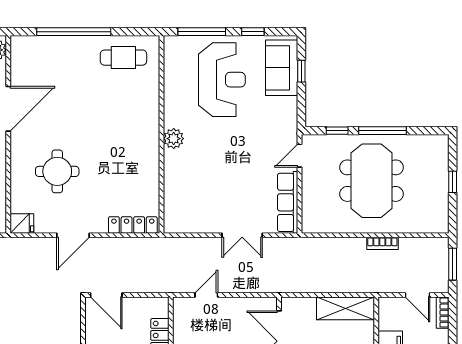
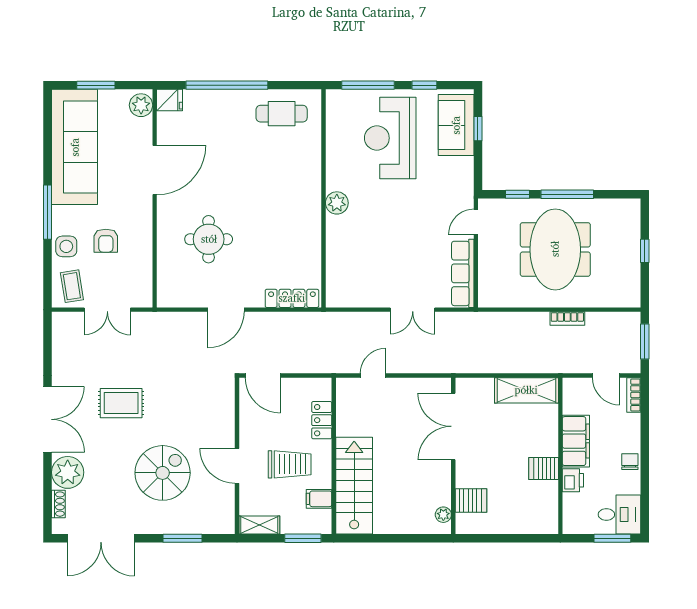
reception desk: (222, 80) -> (390, 138), turned 180
fridge: (22, 224) -> (170, 100), moved

